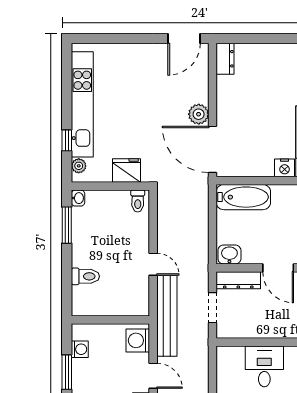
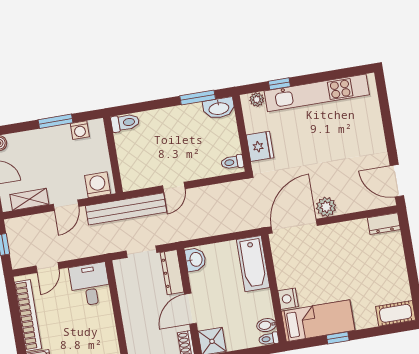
washbasin: (78, 198) -> (219, 108), width x1.91, depth x1.45
toilet: (85, 276) -> (125, 123), moved, turned -90
desk: (264, 366) -> (90, 284), moved, turned -90

